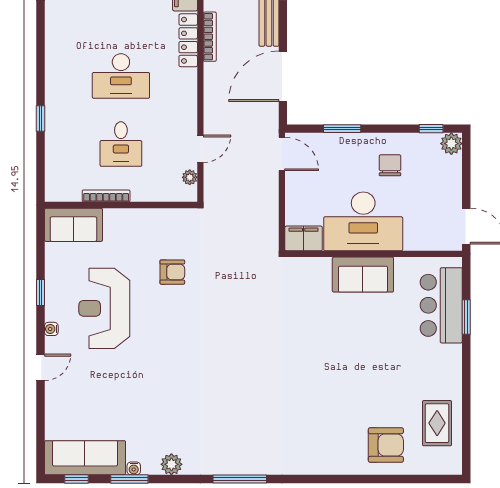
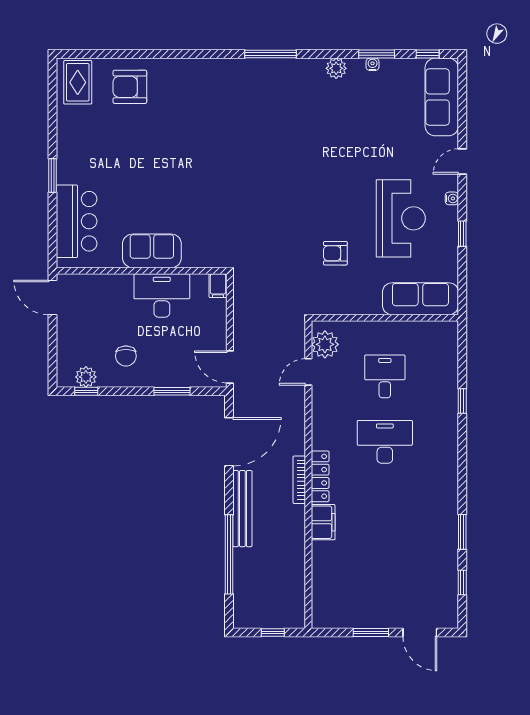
plant: (451, 144) -> (86, 377), moved
plant: (190, 177) -> (325, 344), width x1.88, depth x1.88
bookcase: (106, 196) -> (399, 327), removed
desk: (363, 221) -> (162, 295), width x0.73, depth x0.77
sofa: (73, 225) -> (420, 299), width x1.36
filing cabinet: (304, 238) -> (218, 286), width x0.50
window: (466, 317) -> (52, 176), moved
rug: (437, 423) -> (78, 82), moved
sofa: (85, 458) -> (442, 97), moved, turned 90

